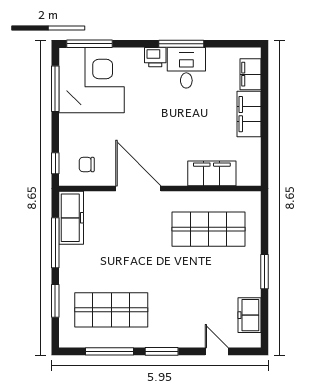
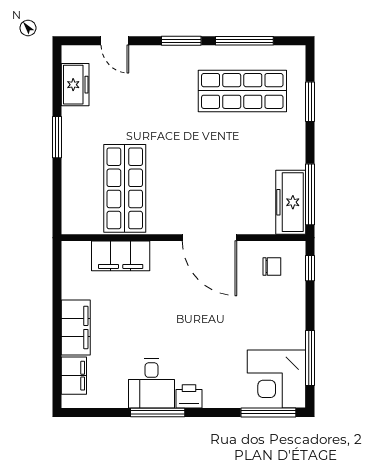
corner desk: (91, 80) -> (277, 379), width x0.74, depth x0.74
shop shelf: (208, 229) -> (125, 188), turned 90
window: (55, 243) -> (310, 194), moved

